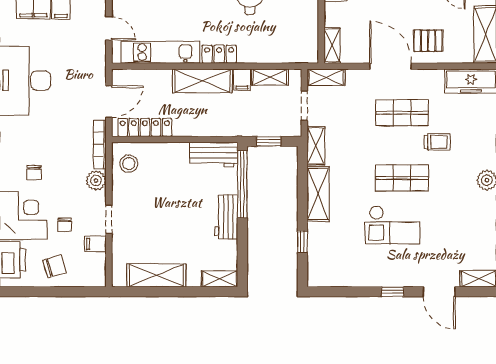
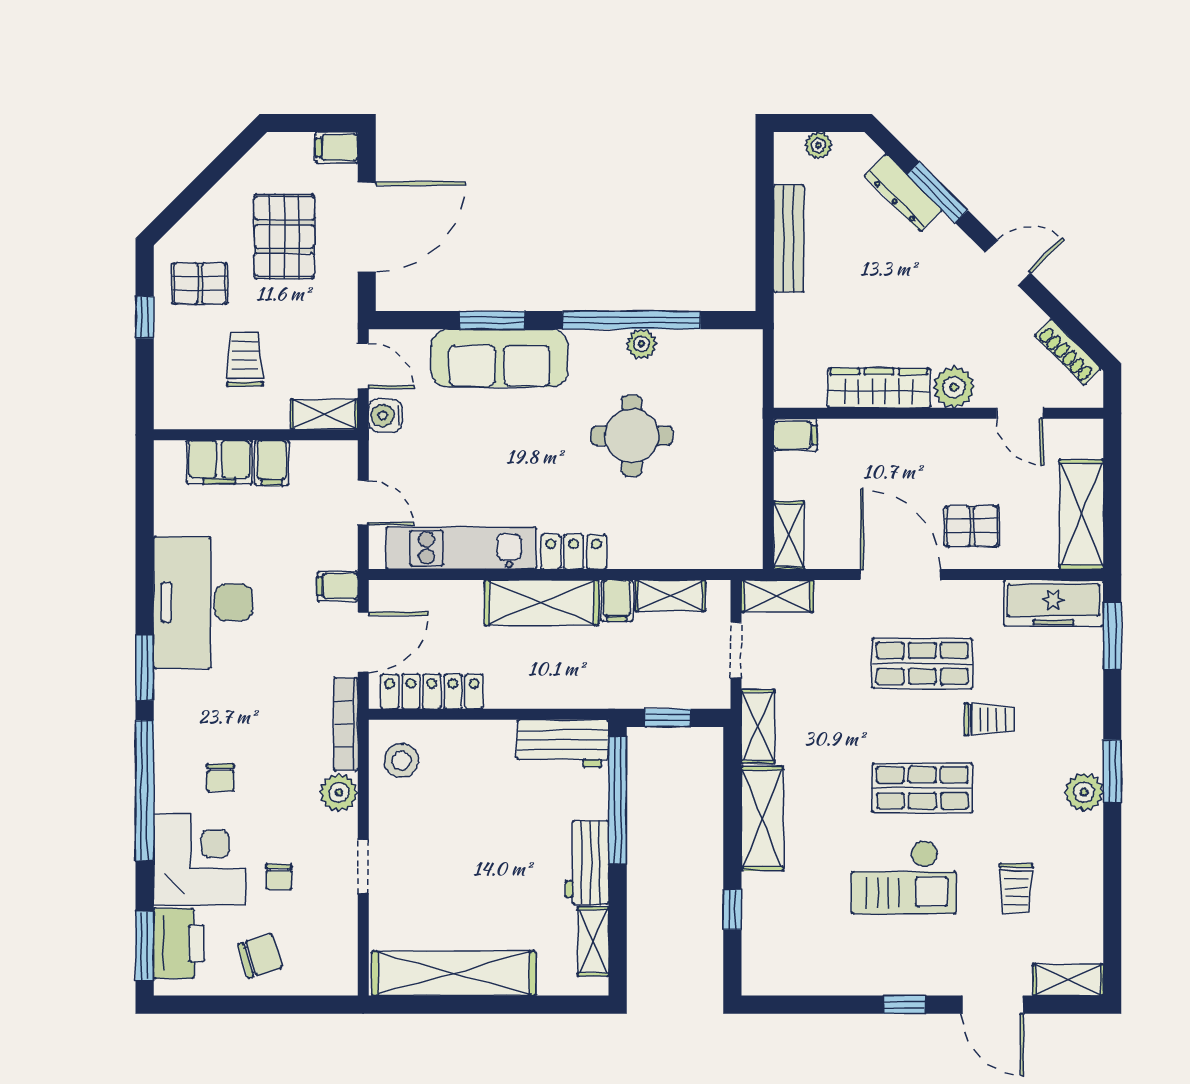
trolley: (451, 231) -> (1016, 889), added
filing cabinet: (95, 244) -> (338, 586), moved
shelving: (156, 275) -> (454, 973), width x1.47
shelving: (220, 279) -> (593, 941), moved, turned 90

